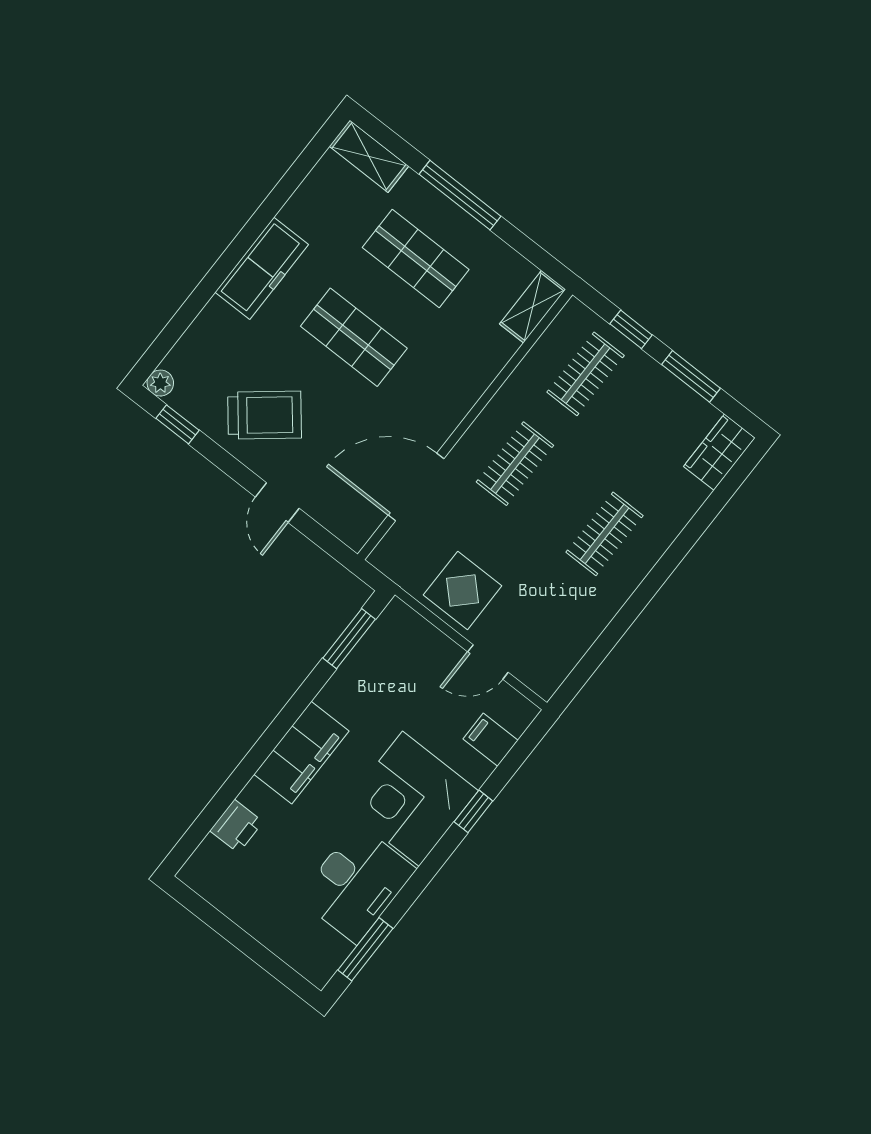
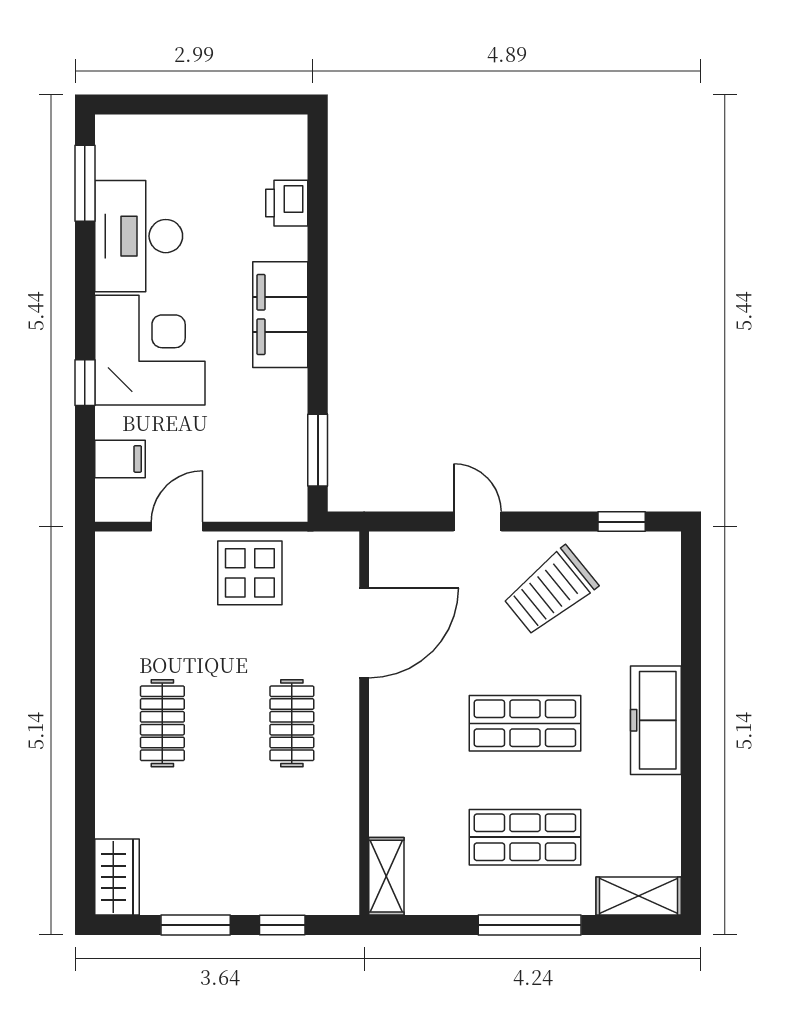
clothes rail: (585, 374) -> (292, 853), removed
plant: (160, 383) -> (666, 546), removed

